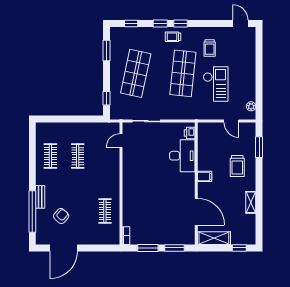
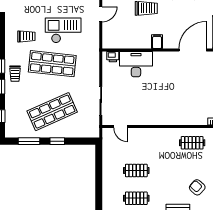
shop shelf: (136, 73) -> (52, 112), turned -36
window: (107, 98) -> (57, 141), moved

